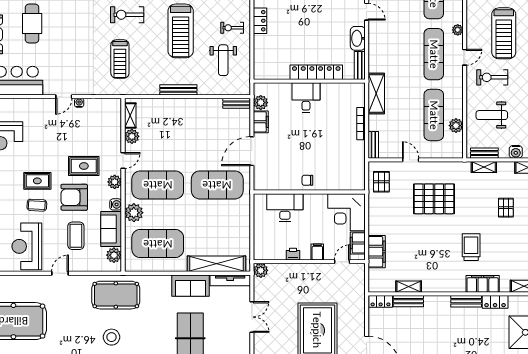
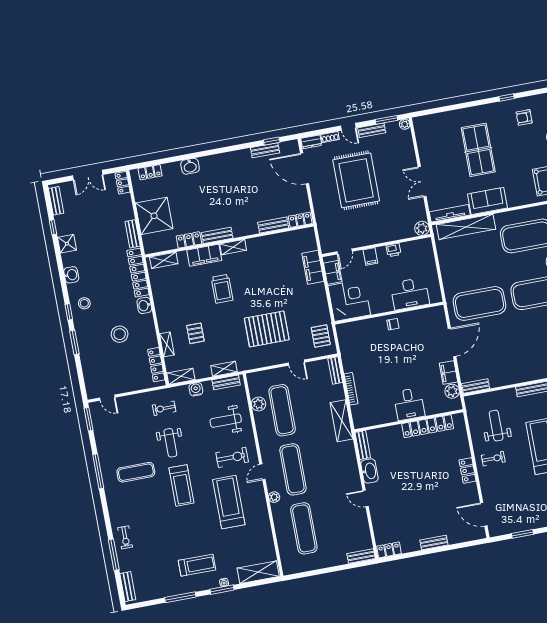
locker: (316, 72) -> (428, 426), moved
weight bench: (492, 115) -> (226, 421), turned 180
shelving: (409, 287) -> (233, 247), moved

